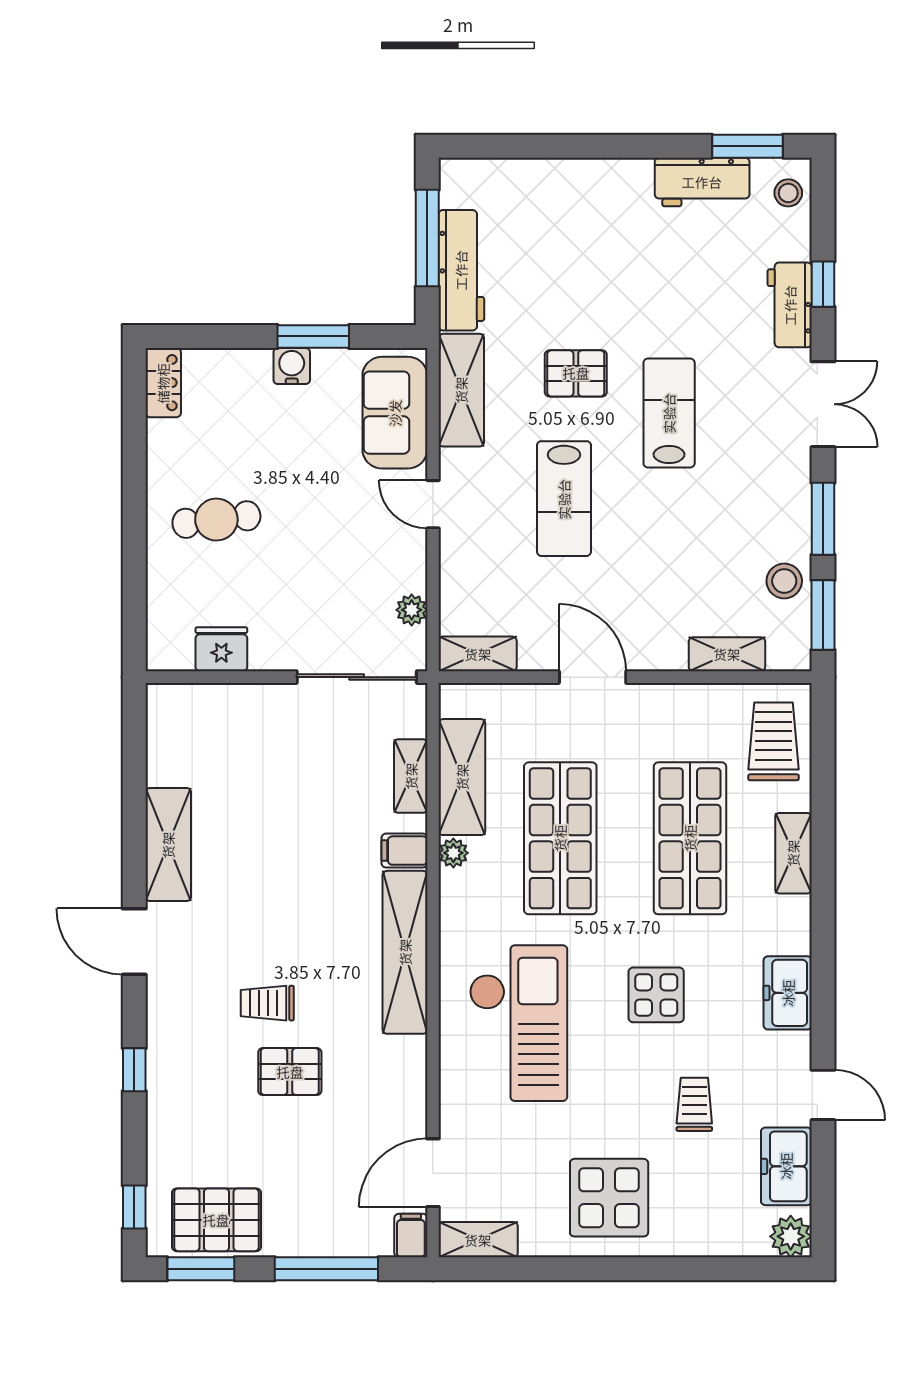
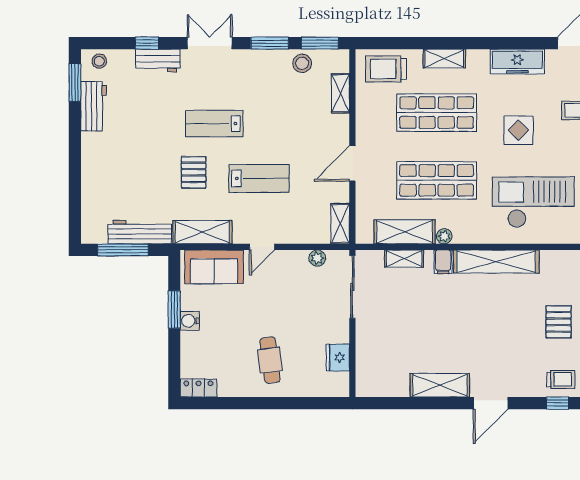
freezer: (788, 993) -> (517, 62), width x1.40
trolley: (267, 1003) -> (561, 380), moved, turned -90

